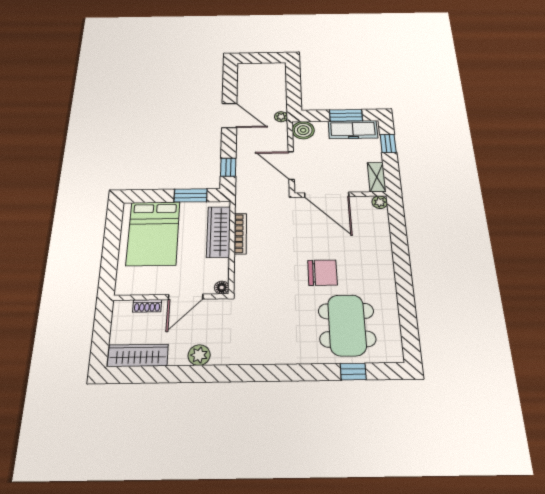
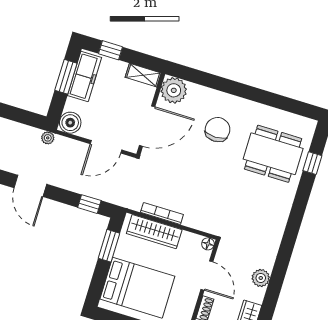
door: (229, 115) -> (30, 186), swing flipped
plant: (380, 202) -> (174, 90), width x1.87, depth x1.87
chair: (322, 273) -> (217, 130), moved

